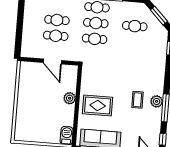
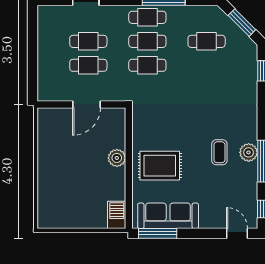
door: (52, 61) -> (86, 105), hinge flipped

